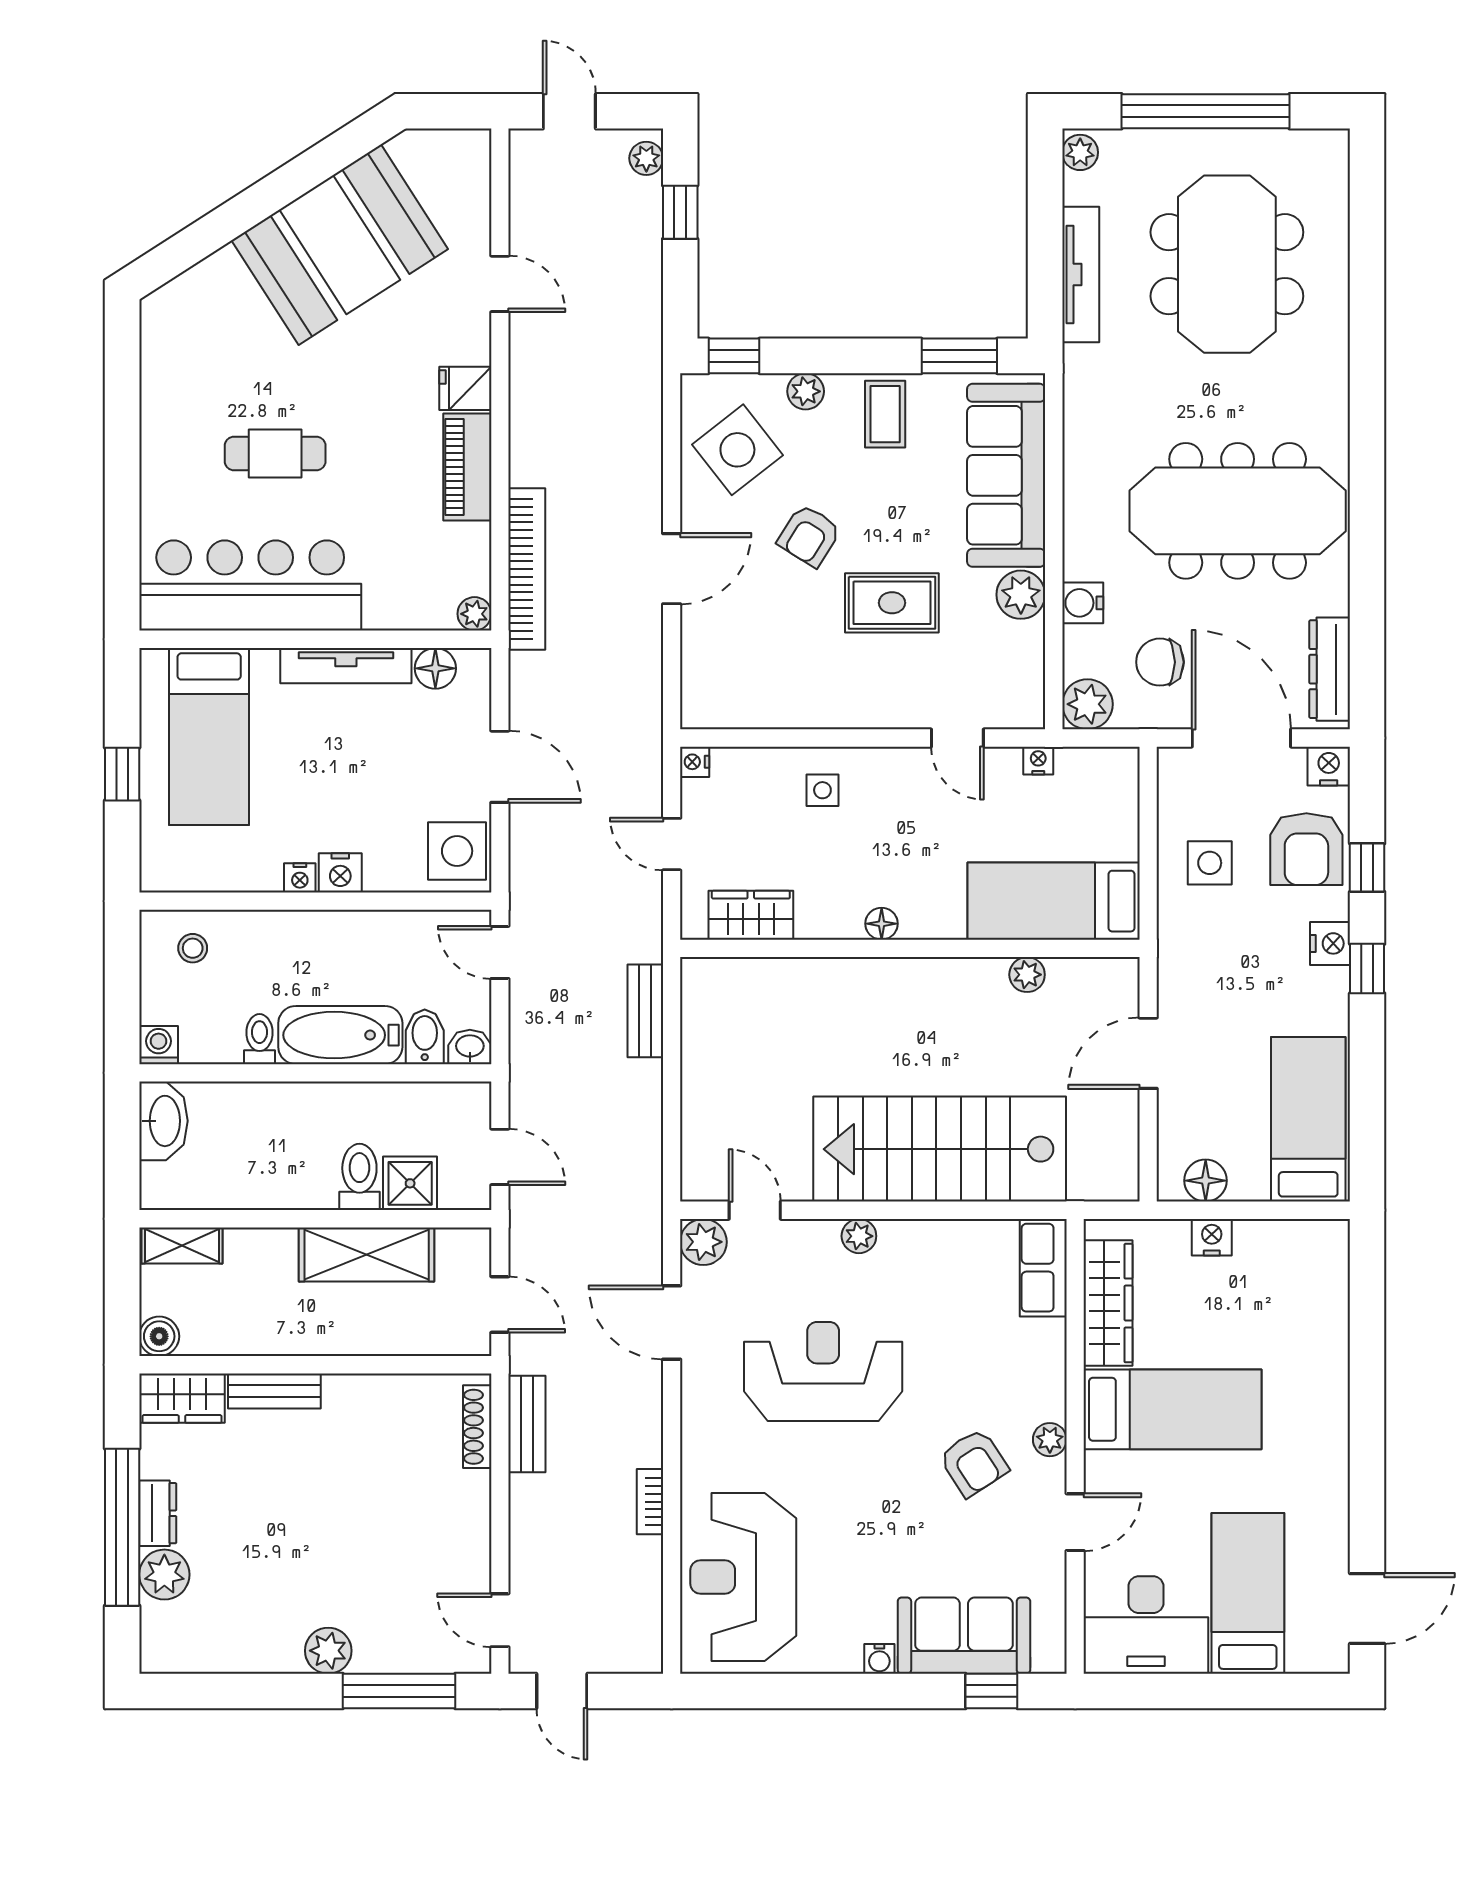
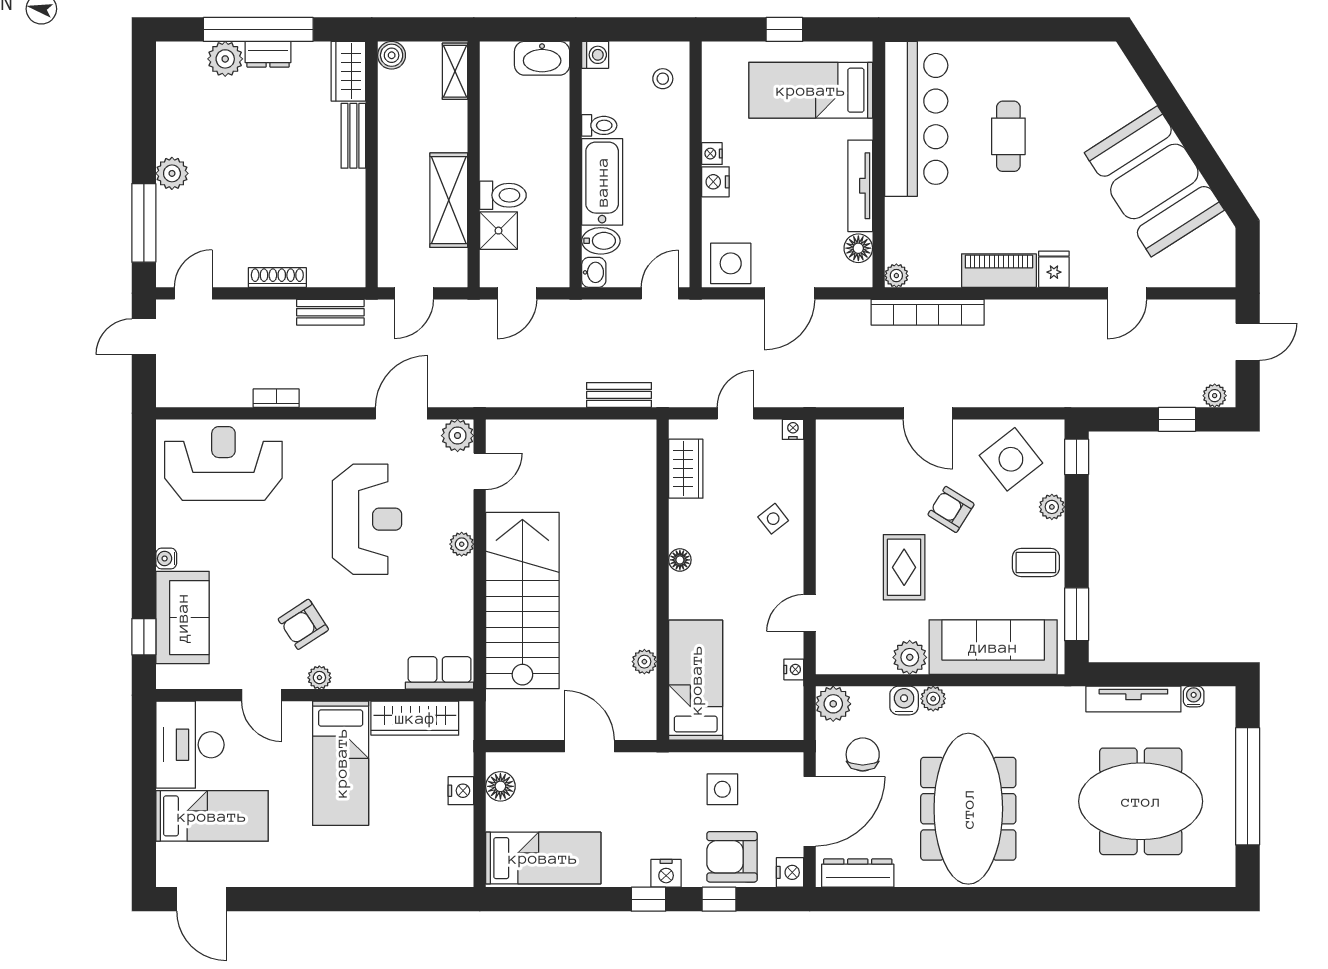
plant: (1080, 152) -> (933, 699), moved
water cooler: (1077, 188) -> (1194, 697), added
side table: (822, 790) -> (773, 519), turned -38
shoe rack: (477, 1427) -> (277, 277), moved

